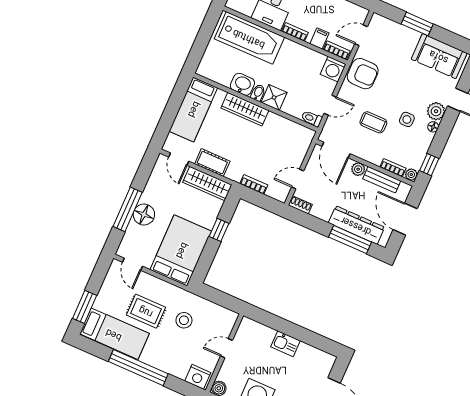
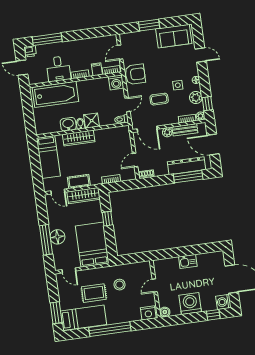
plant: (436, 111) -> (196, 98), moved

